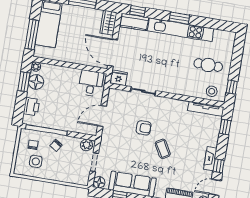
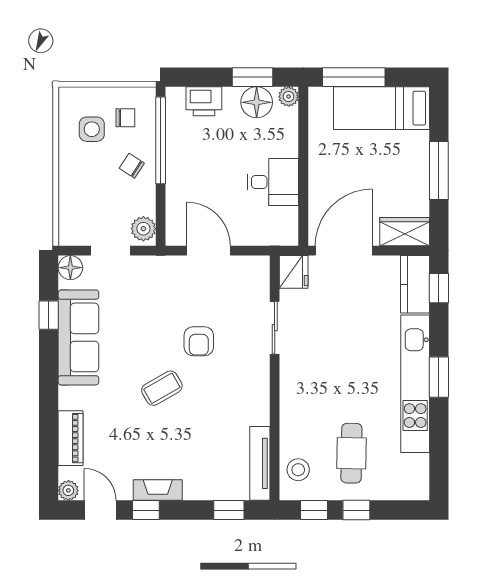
window: (235, 67) -> (356, 510), added
desk: (91, 83) -> (273, 182), moved

